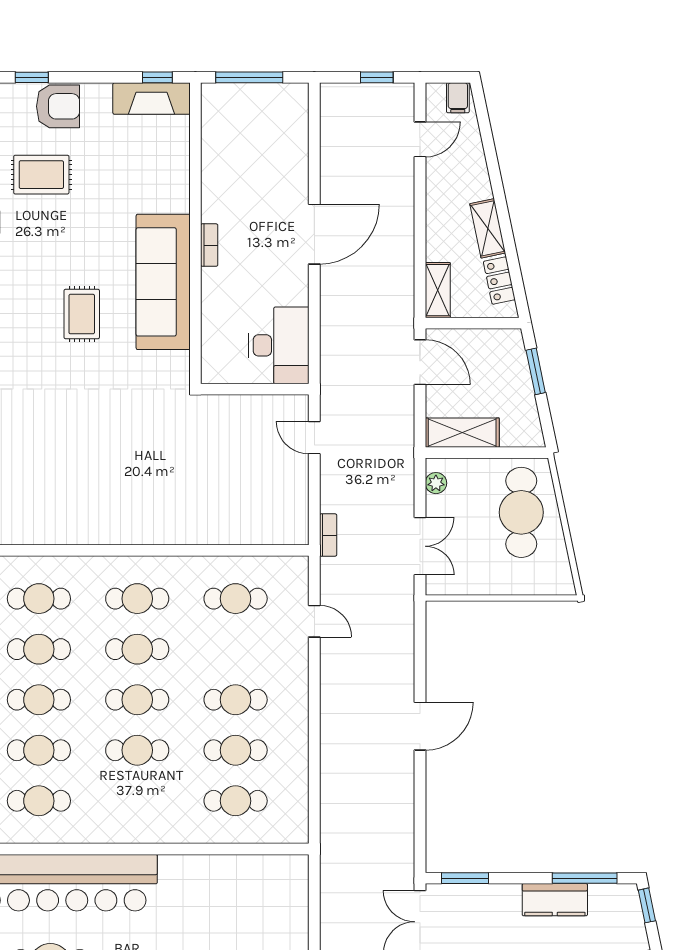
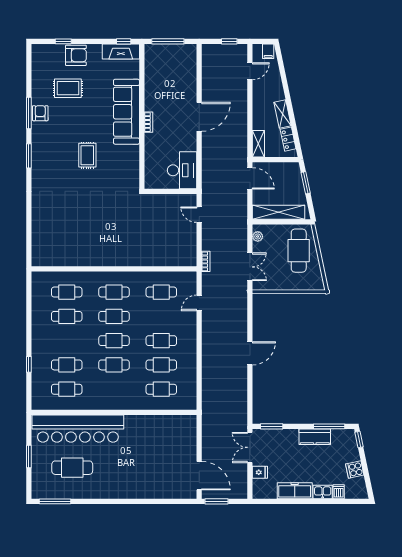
sofa: (163, 282) -> (126, 112), moved
shelving: (462, 433) -> (279, 212), width x1.47
door: (314, 621) -> (199, 303), swing flipped
cafe table: (39, 700) -> (67, 341), removed

